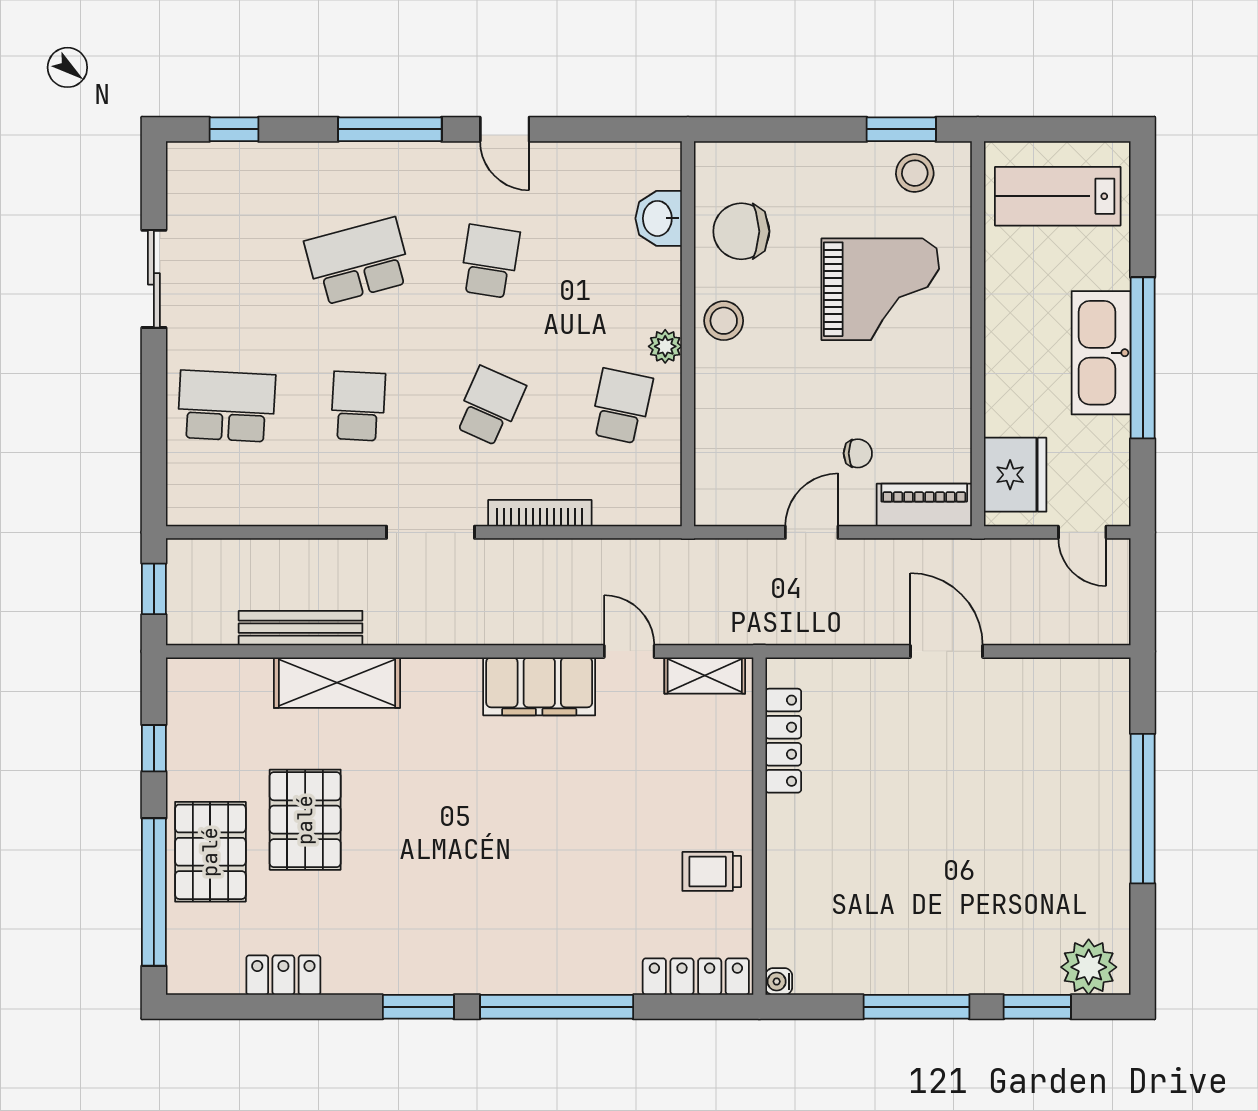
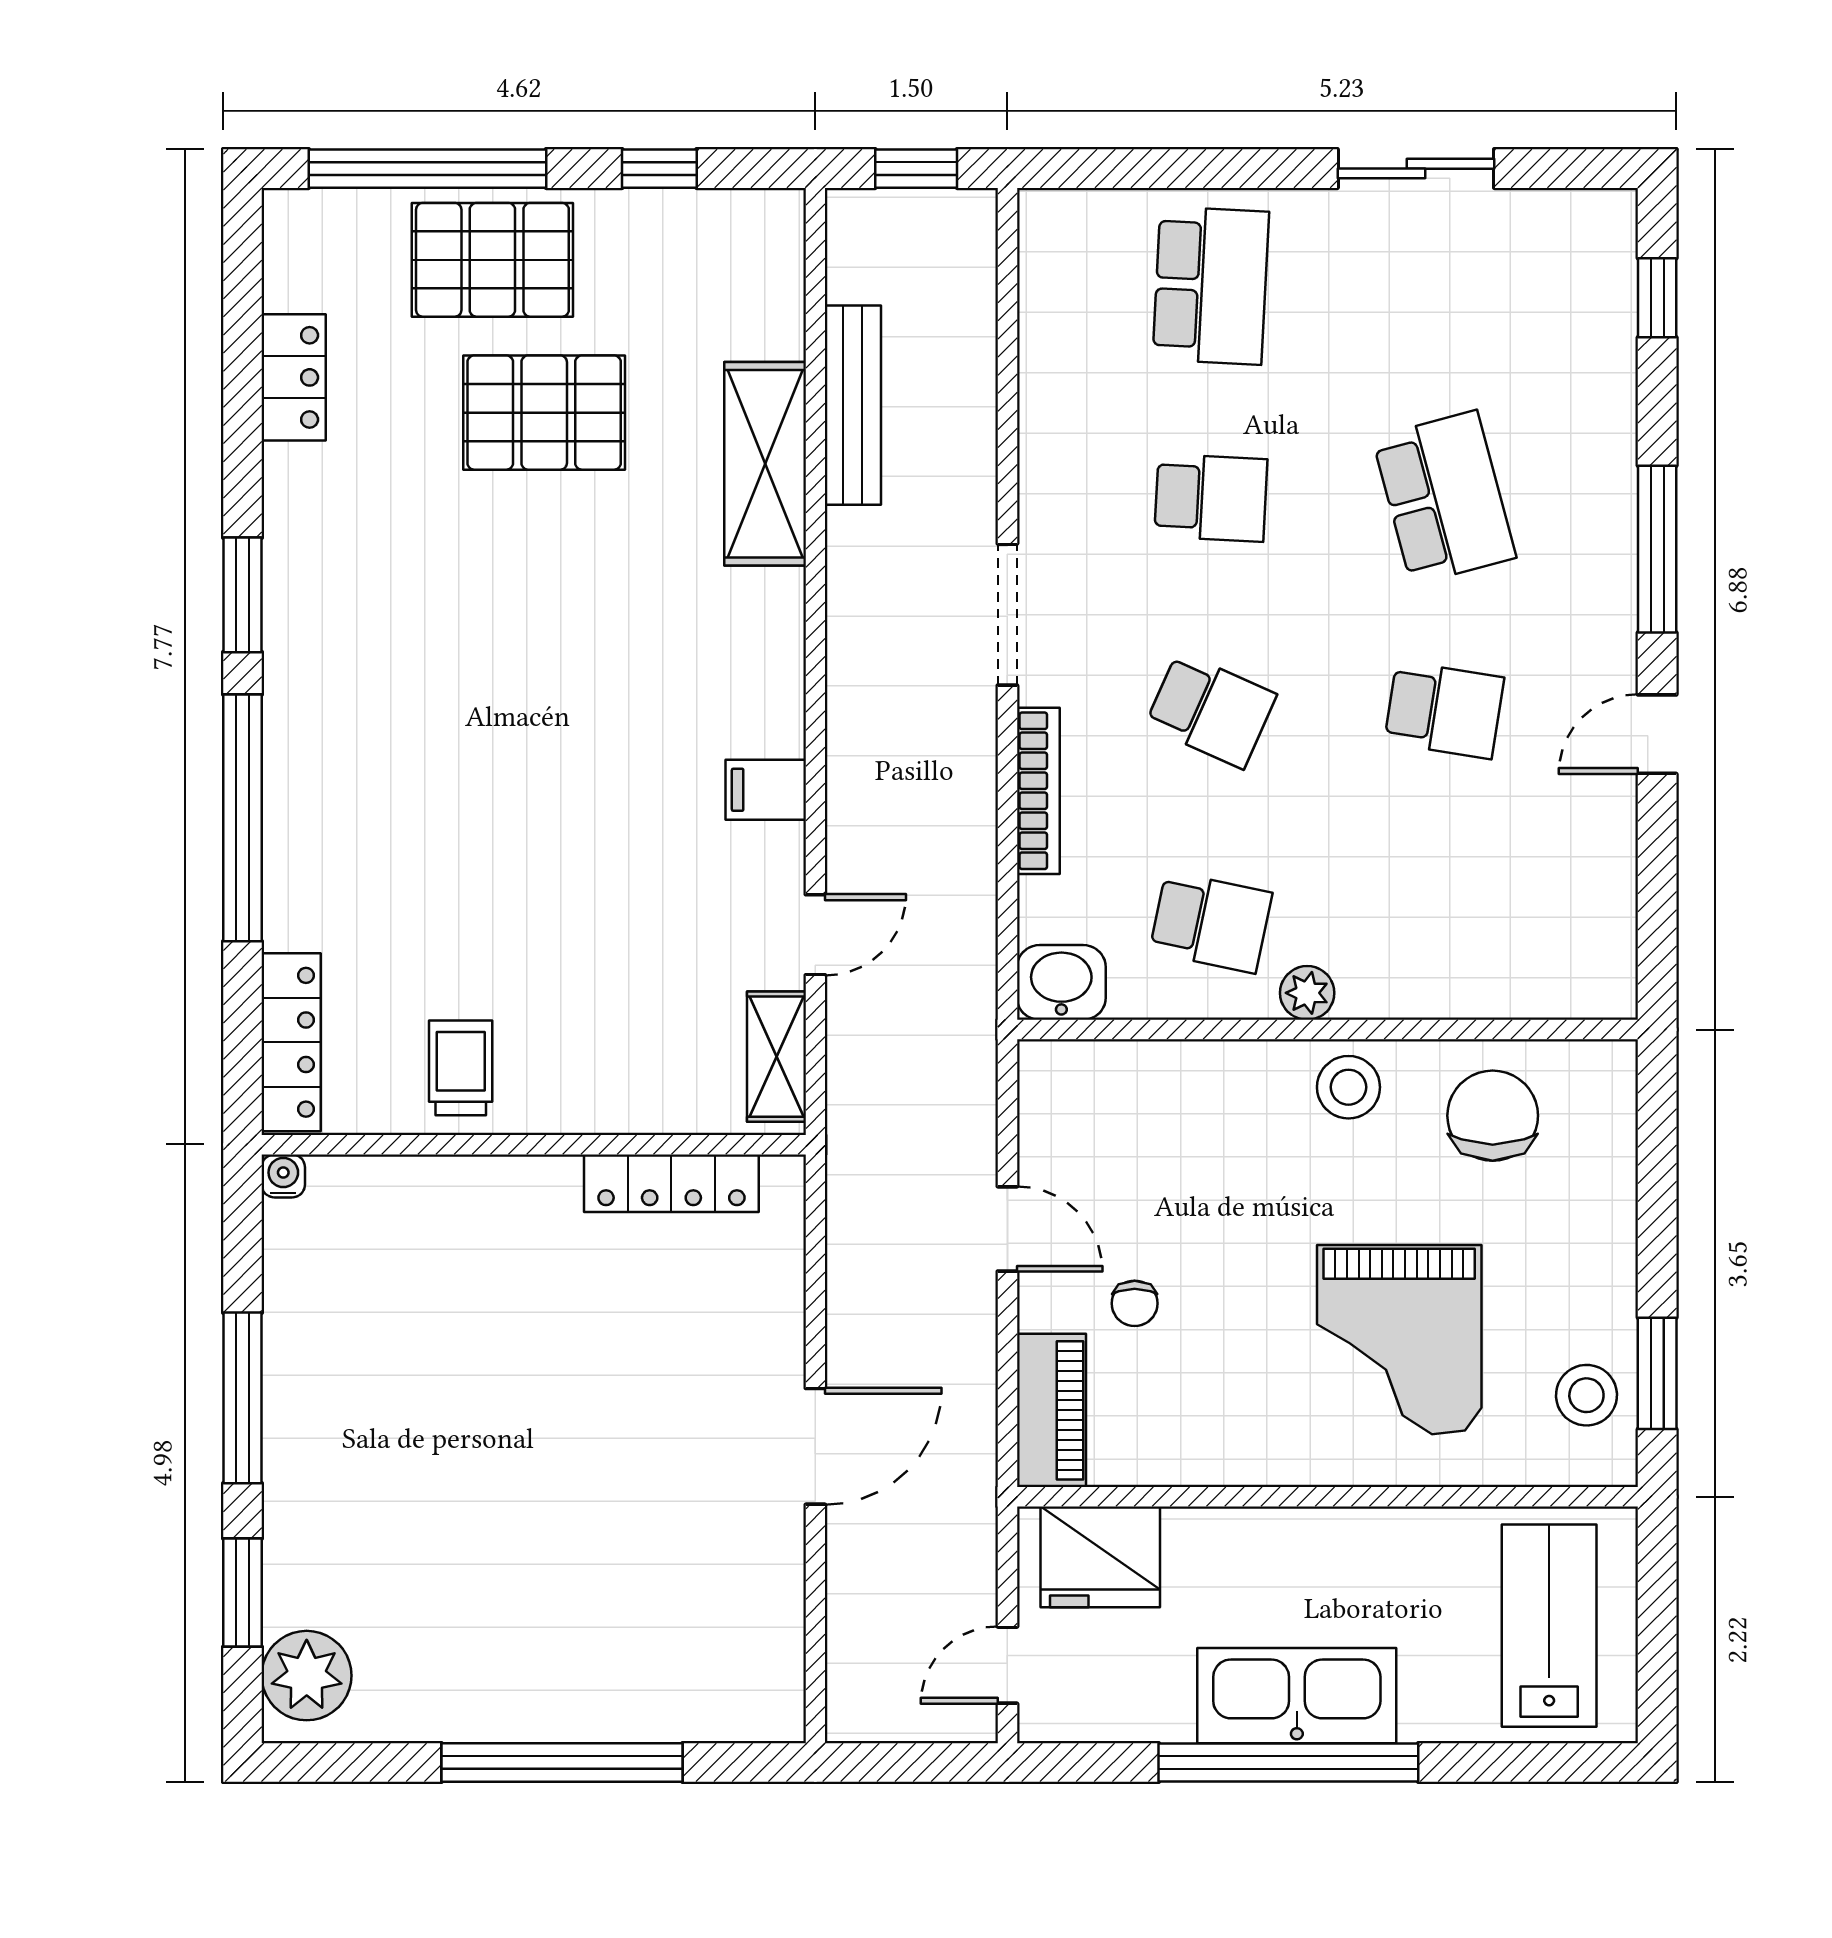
washbasin: (659, 218) -> (1061, 982), moved
filing cabinet: (539, 686) -> (766, 790), width x0.33, depth x0.86

